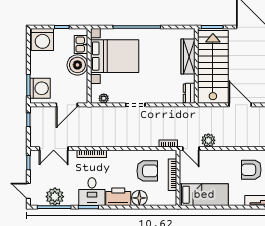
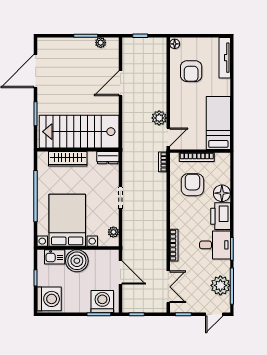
wardrobe: (188, 57) -> (68, 159), moved
wall: (196, 66) -> (78, 150), moved
stairs: (213, 67) -> (79, 132), moved
dresser: (189, 93) -> (108, 158), moved

